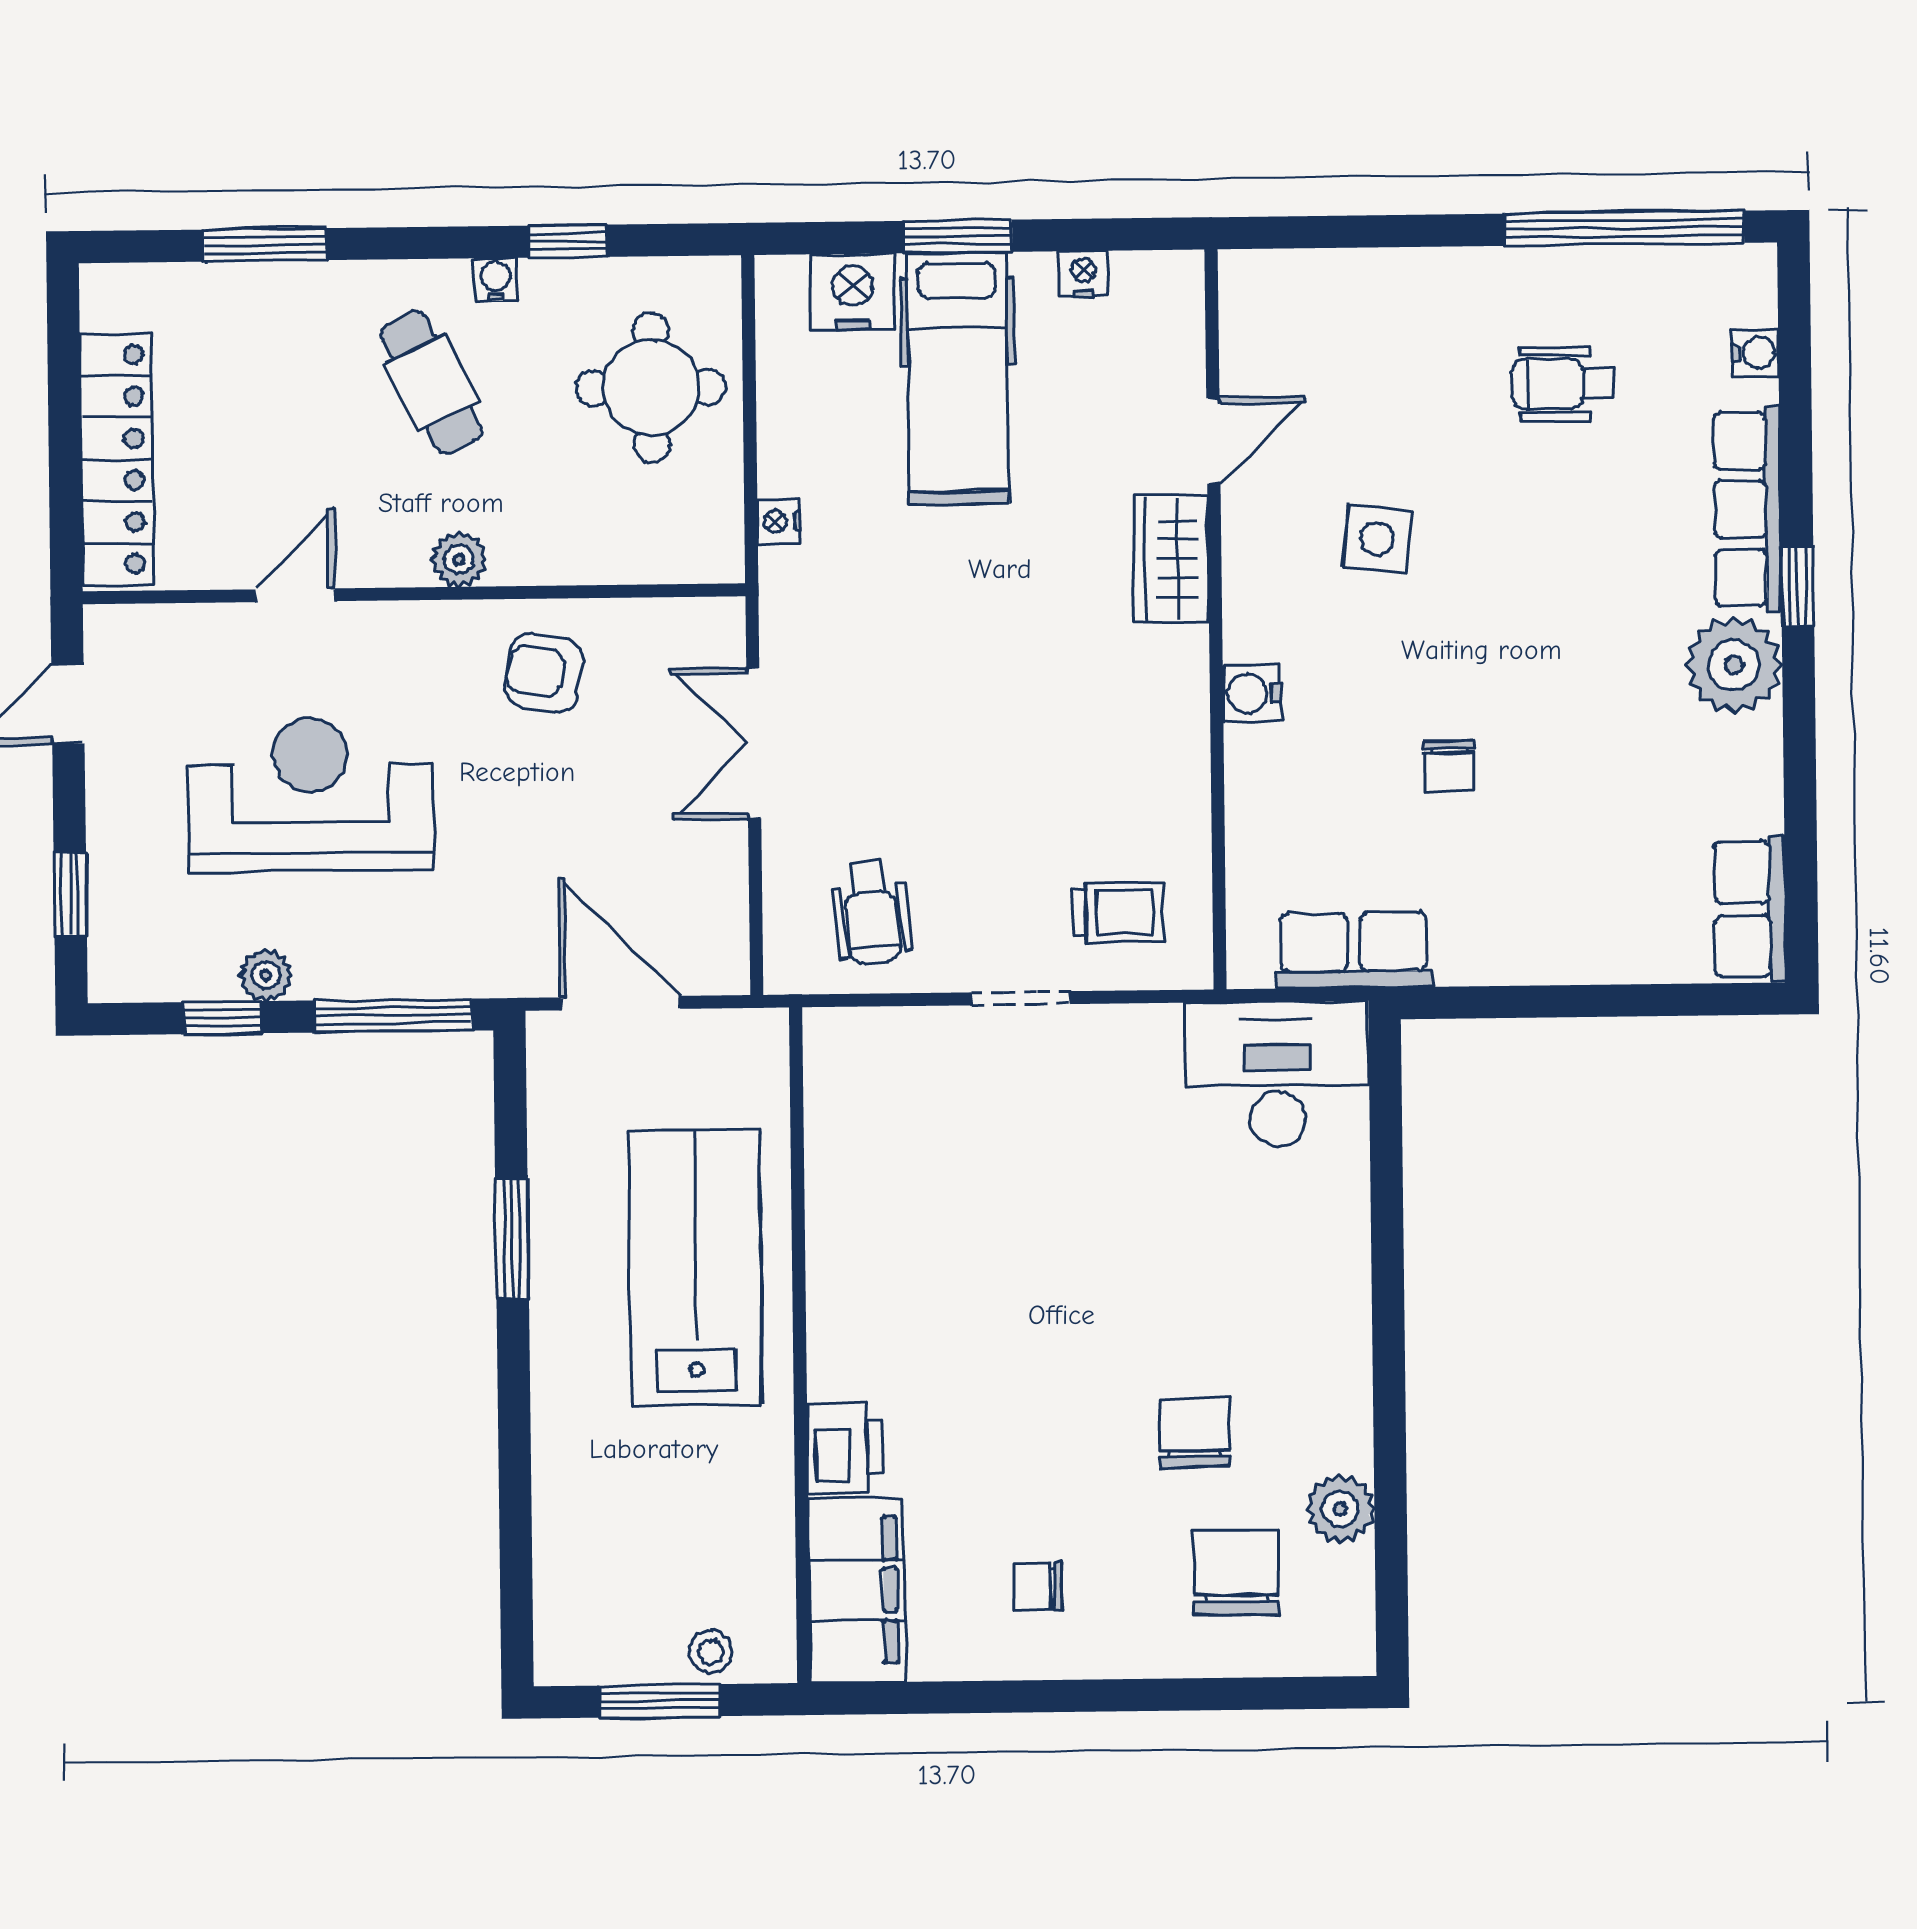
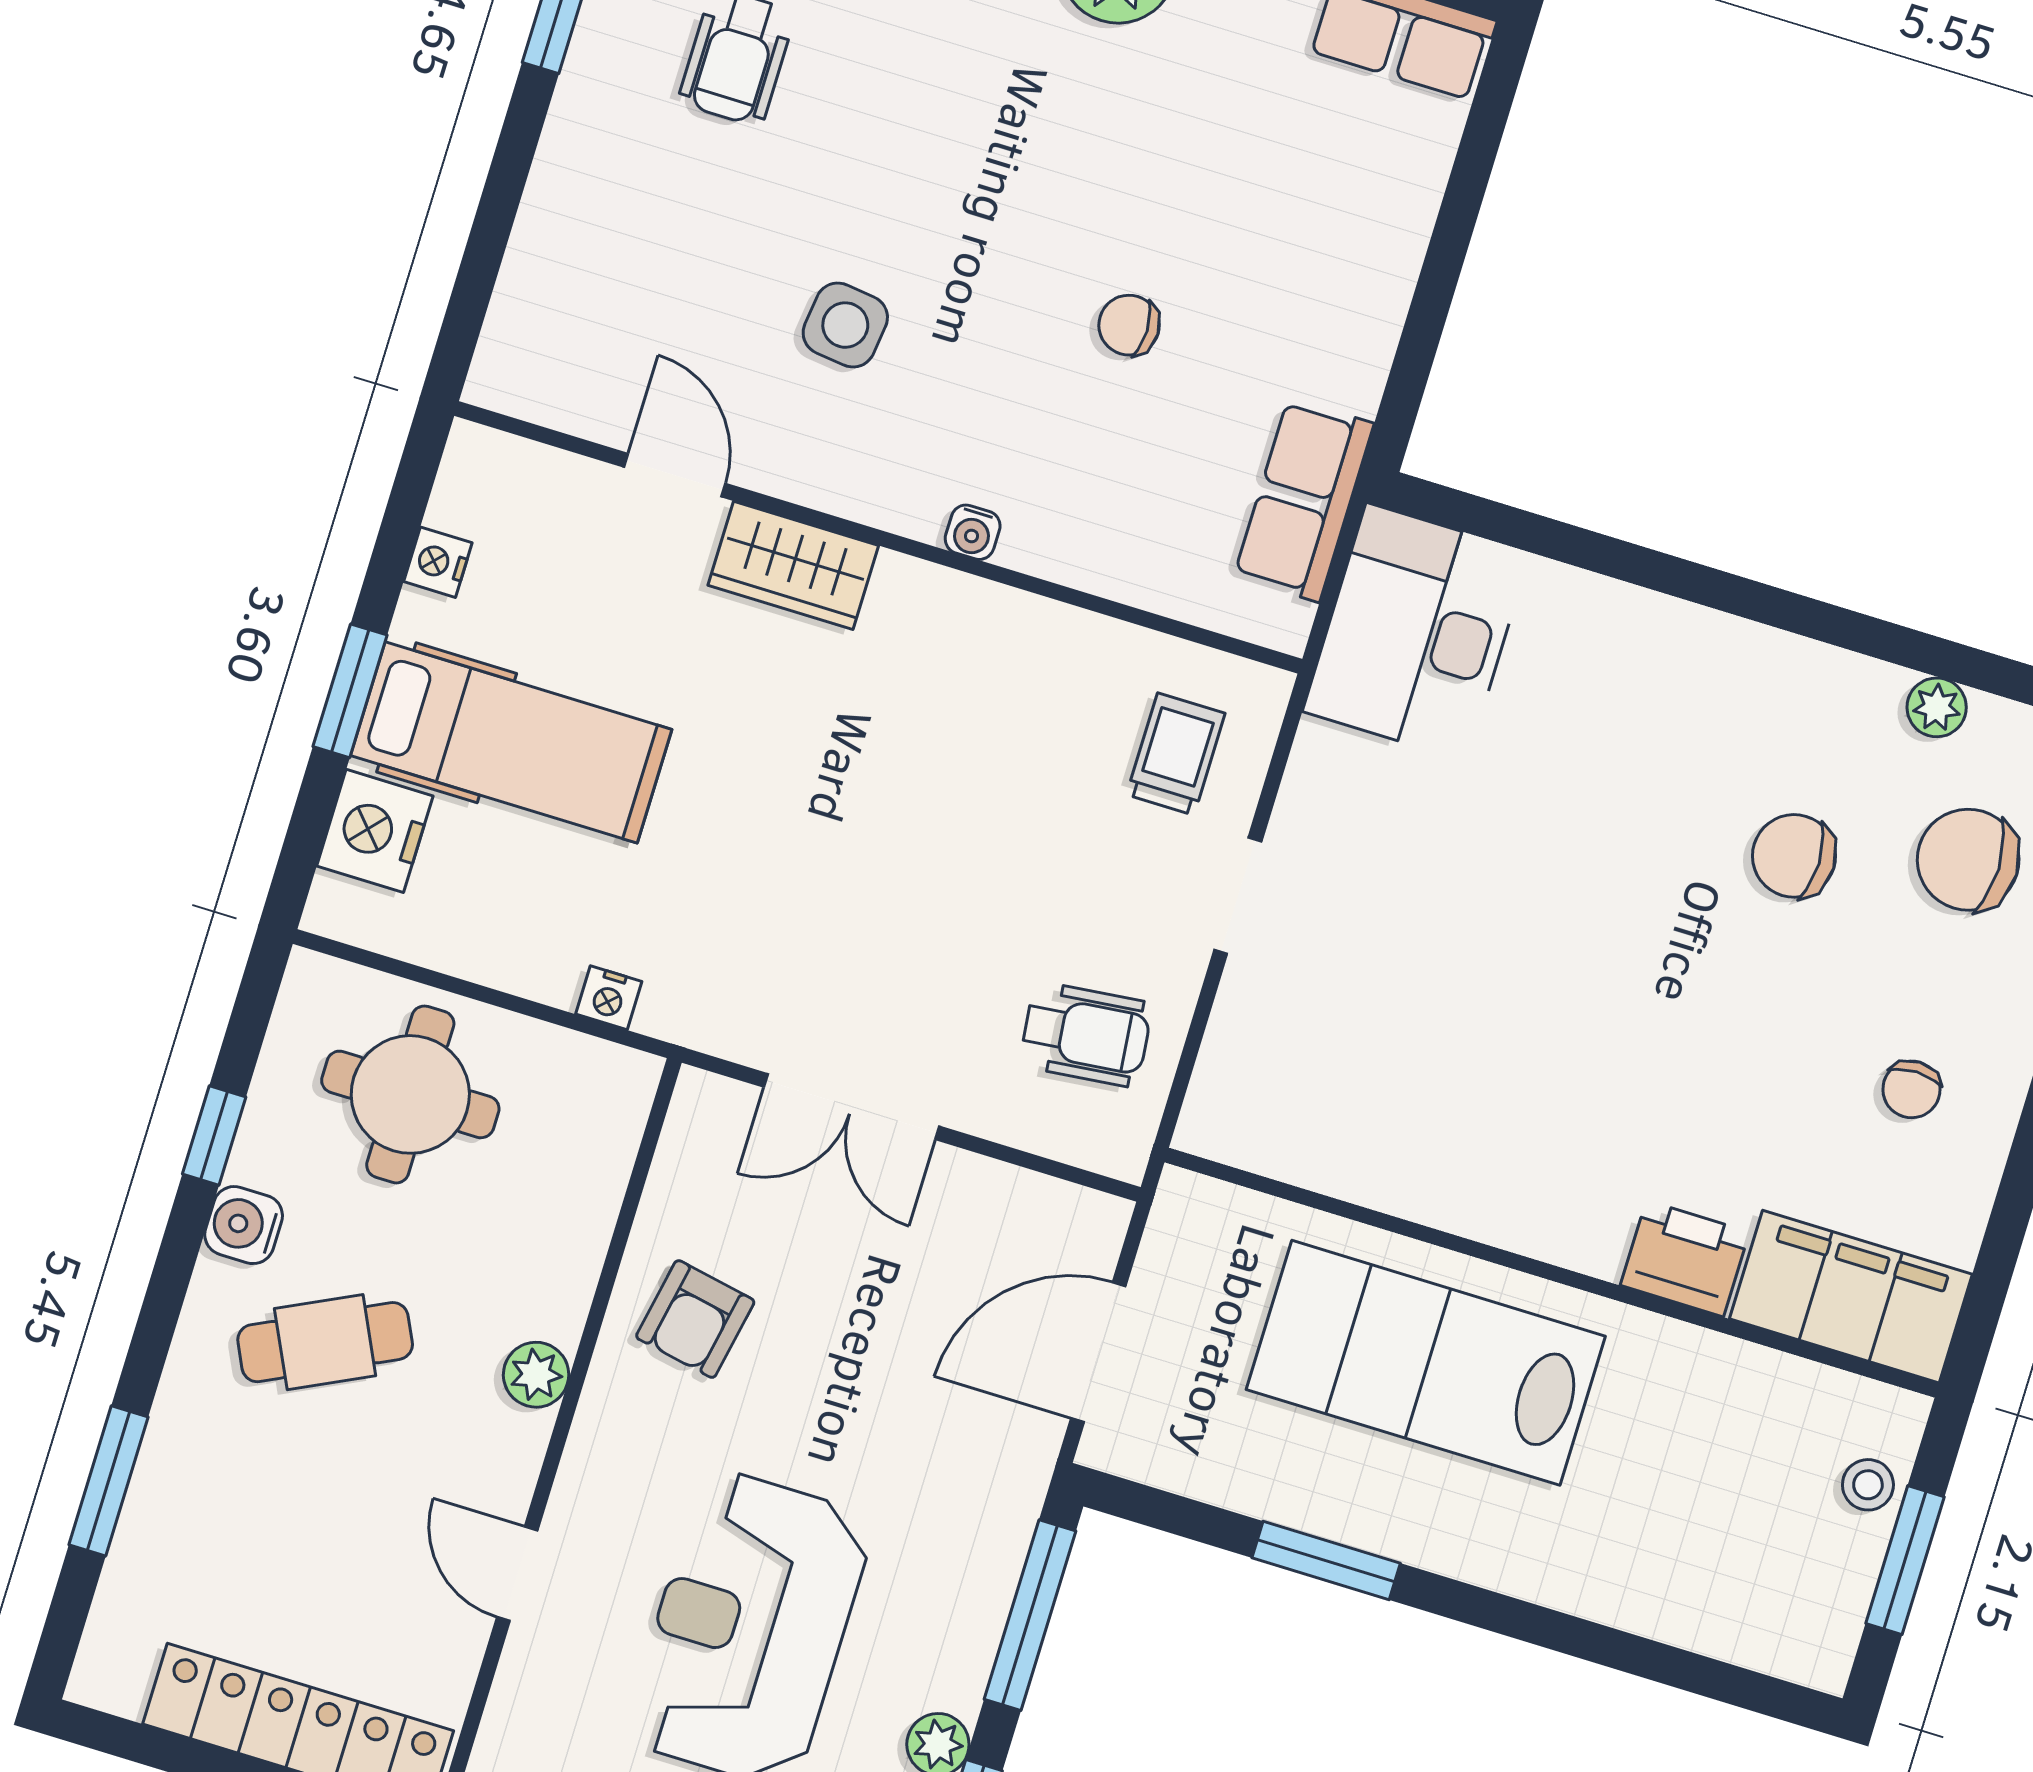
water cooler: (496, 280) -> (244, 1225), width x1.38, depth x1.38
water cooler: (1252, 693) -> (973, 532), width x0.72, depth x0.72
chair: (1449, 766) -> (1129, 325), turned 180
plant: (1340, 1509) -> (1937, 707), width x0.73, depth x0.73

